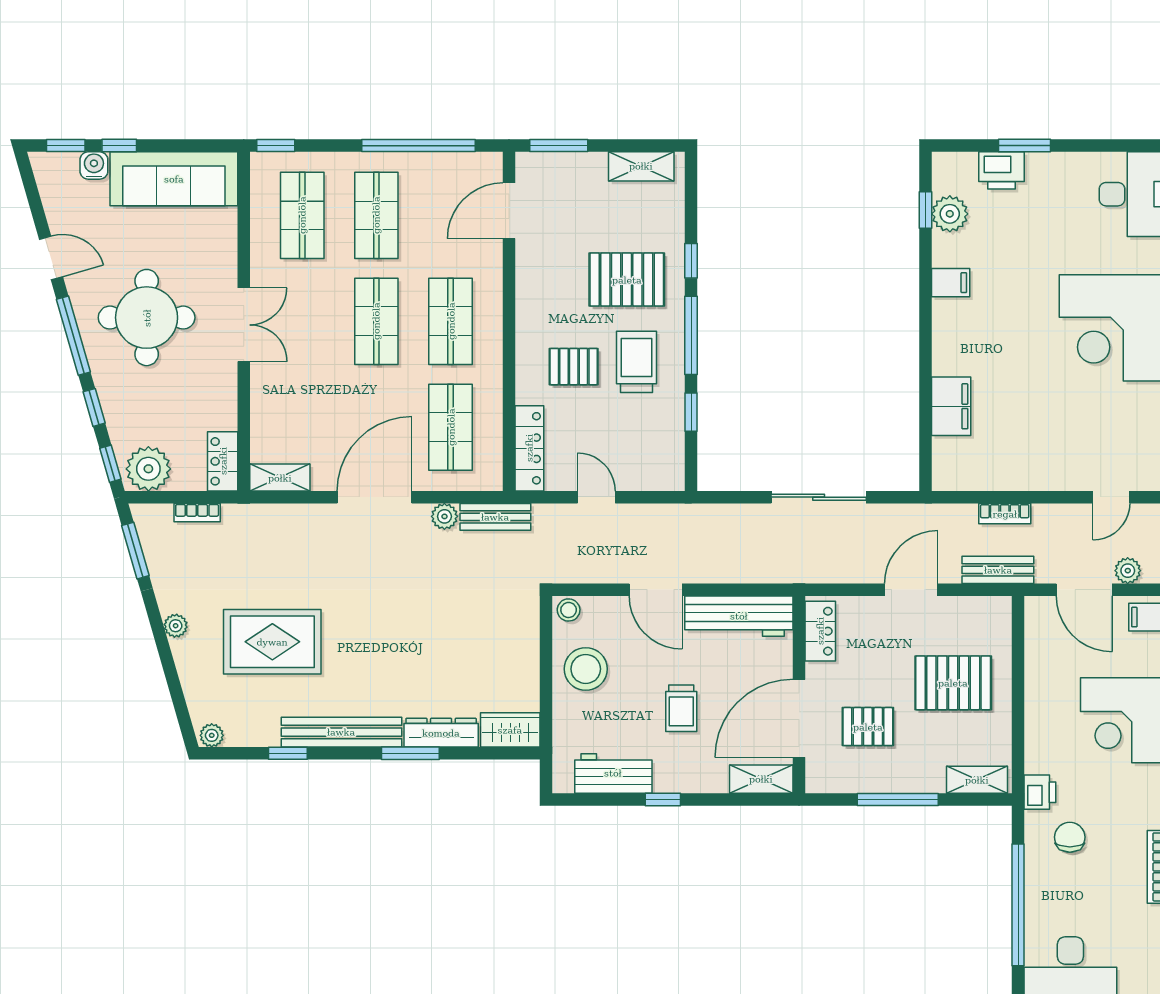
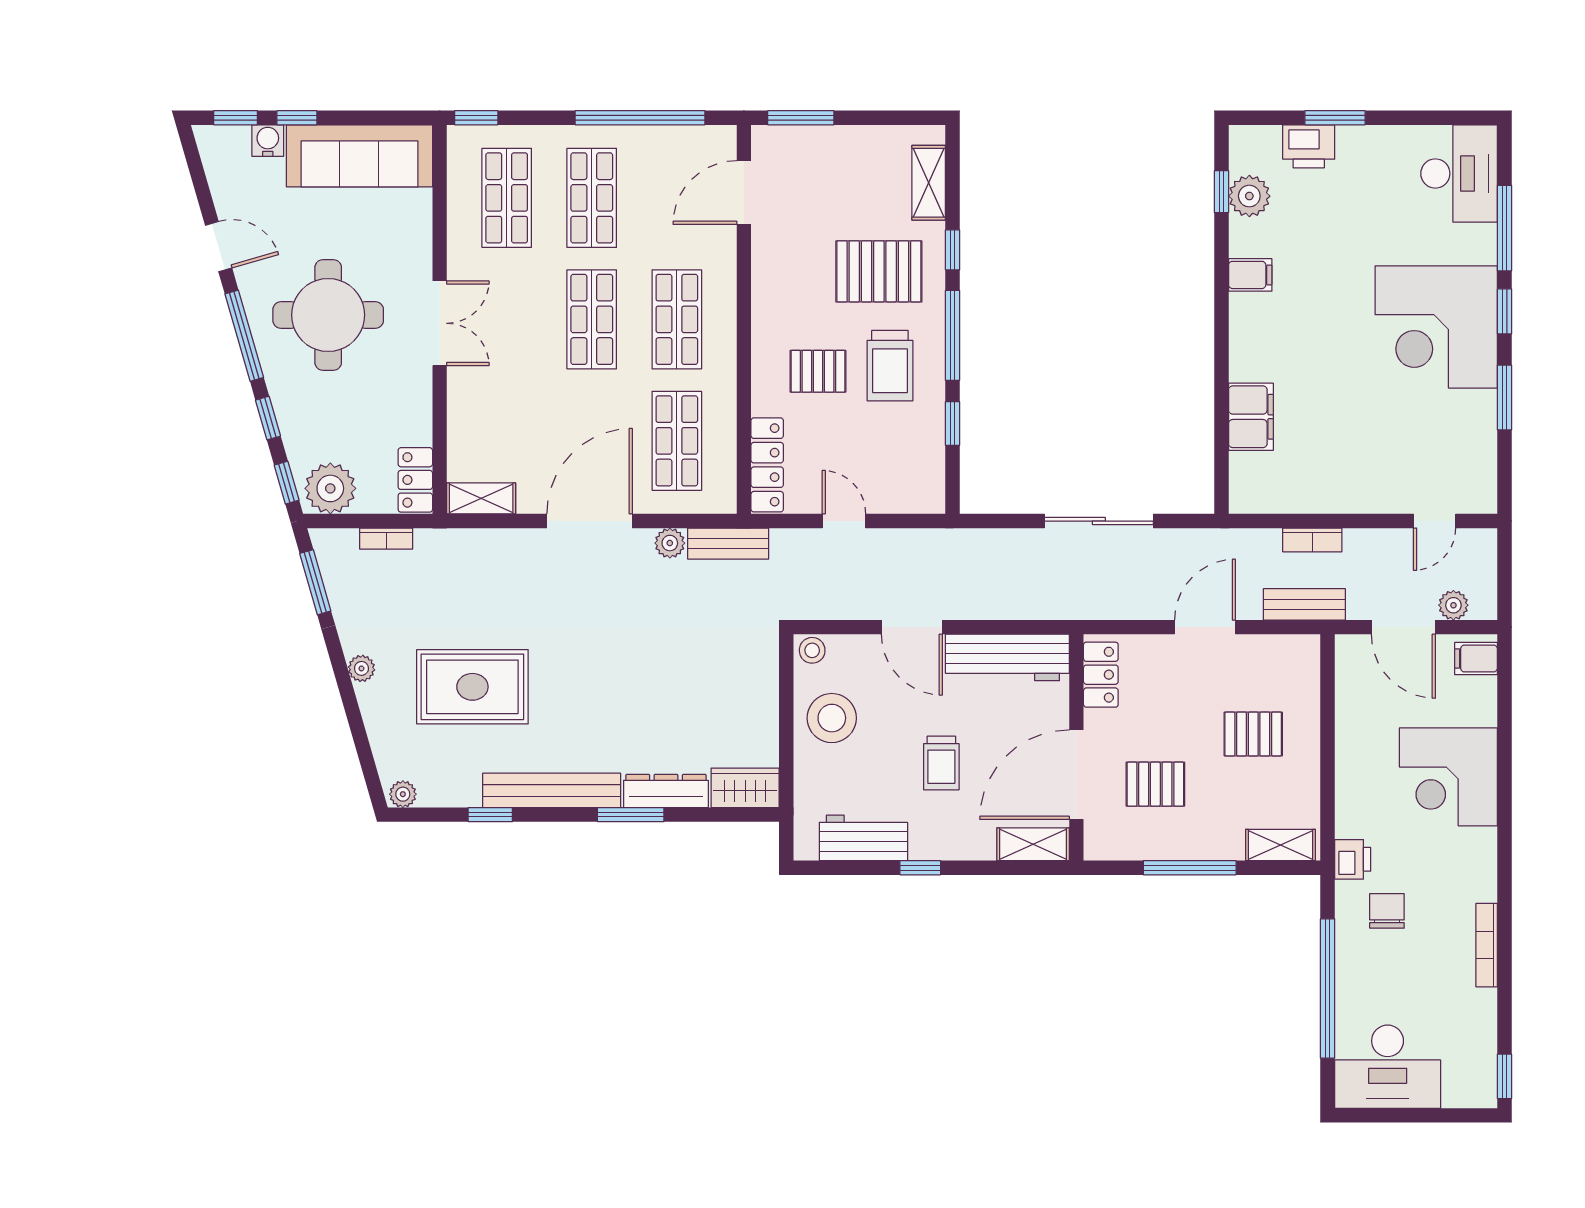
shelving: (641, 166) -> (929, 183), moved, turned 90
trolley: (636, 362) -> (890, 366), turned 180
pallet: (953, 683) -> (1253, 734), width x0.67, depth x0.71

